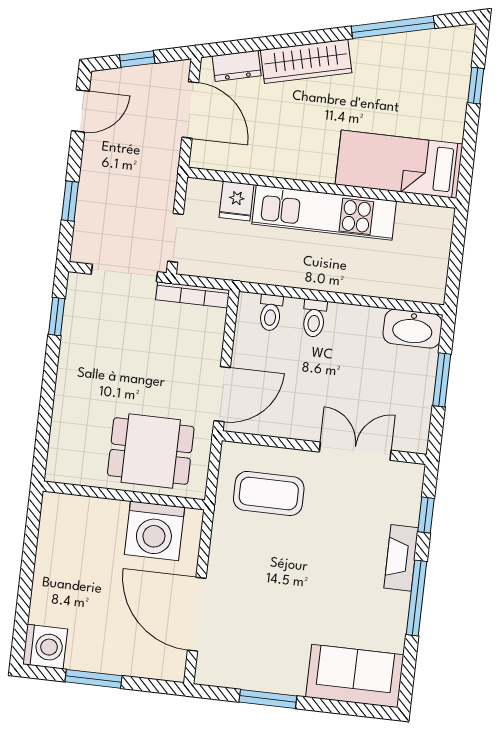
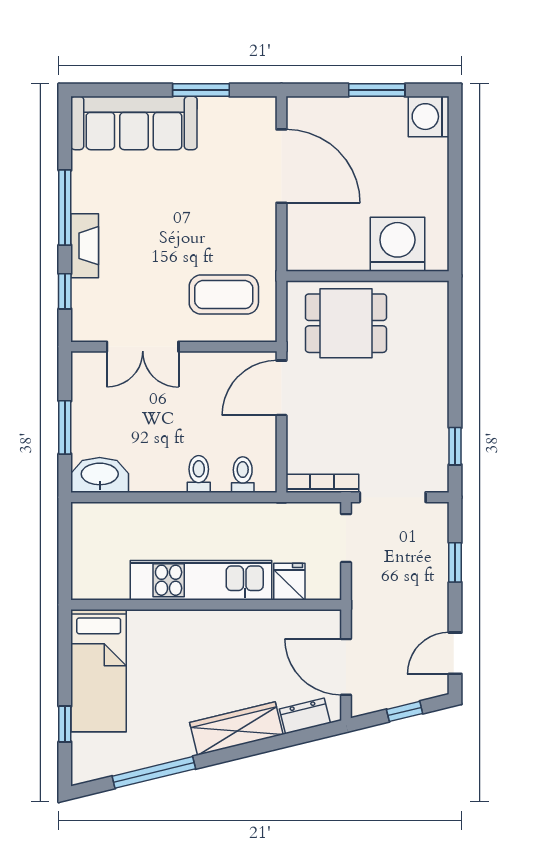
bed: (399, 164) -> (99, 671), moved, turned 90
washing machine: (155, 531) -> (397, 244), moved
sofa: (355, 676) -> (134, 123), width x1.36

